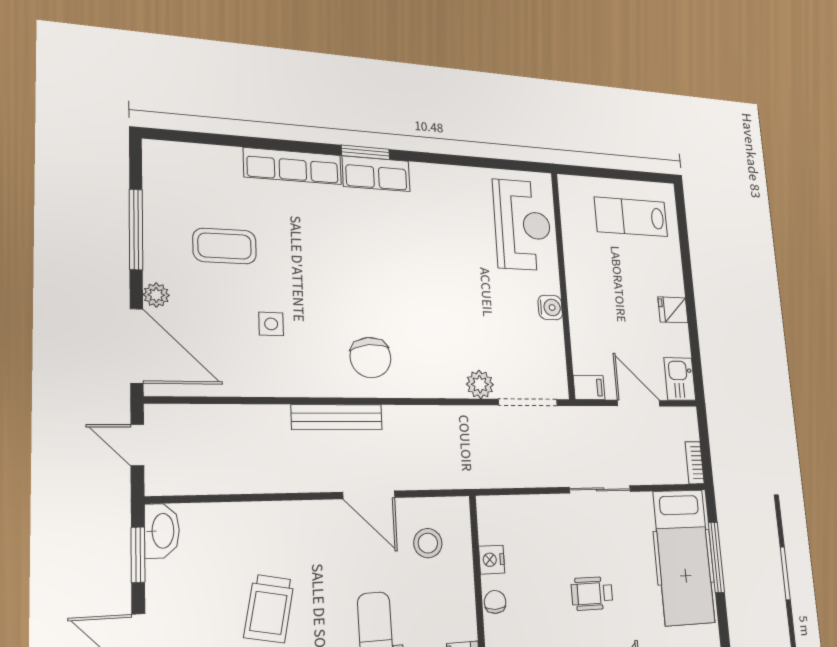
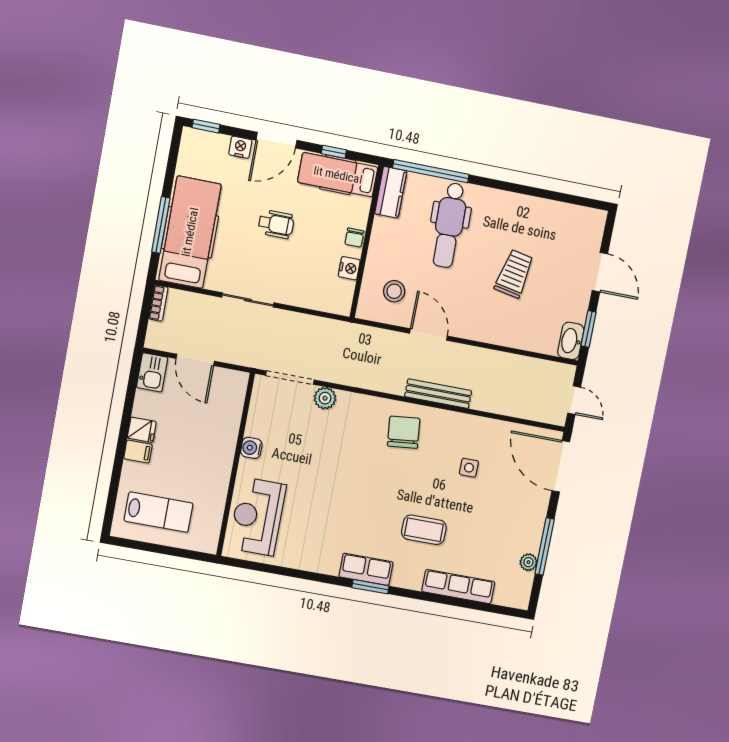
row of seats: (293, 166) -> (458, 587), moved
coffee table: (225, 246) -> (424, 530), moved
plant: (156, 295) -> (528, 562), moved
filing cabinet: (589, 388) -> (138, 452), moved, turned 180

